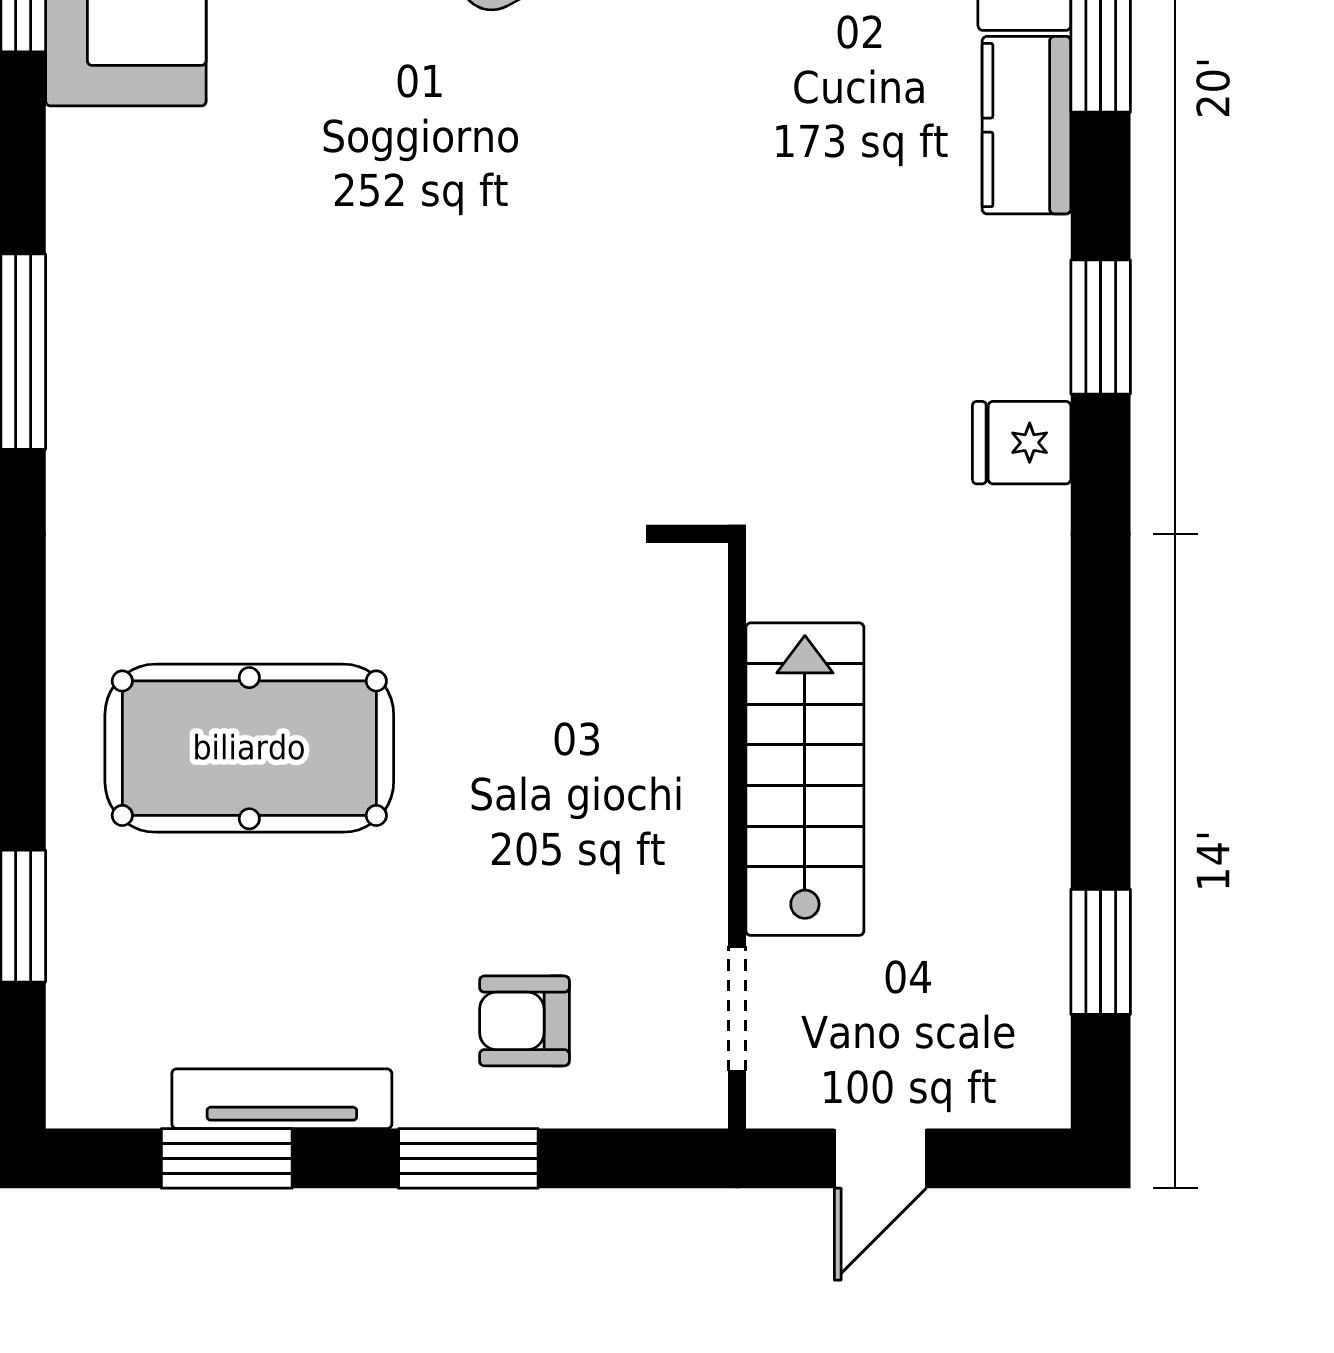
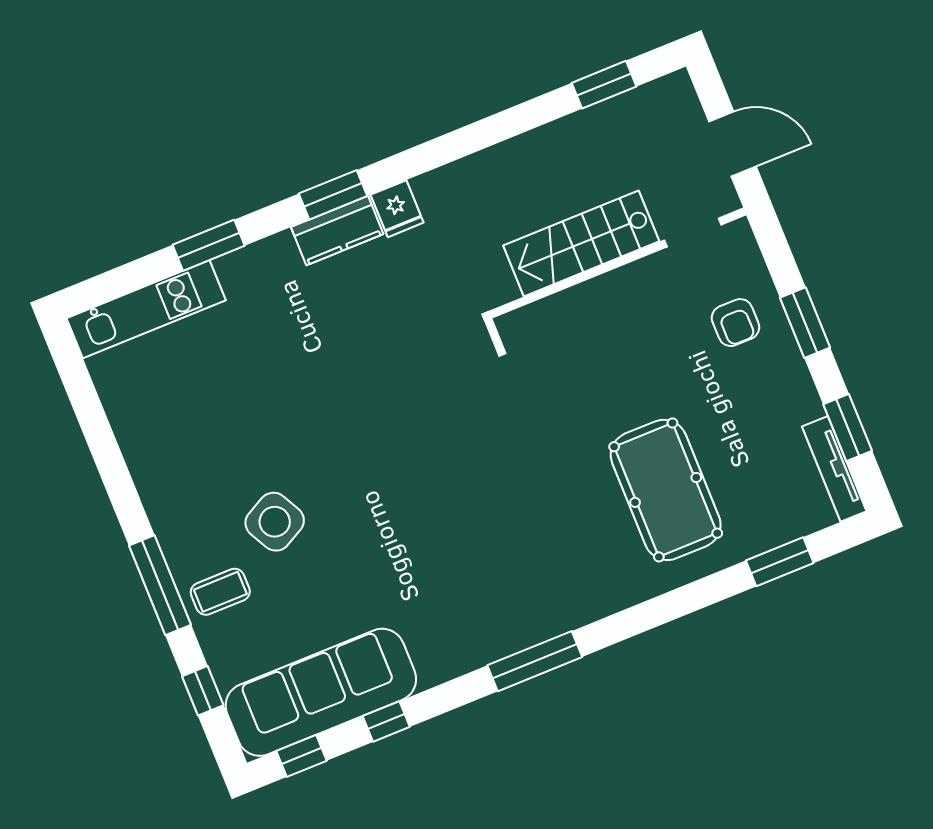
kitchen counter: (1026, 125) -> (337, 231), moved
tv unit: (282, 1099) -> (834, 469), moved
door: (880, 1158) -> (732, 144), width x1.37

